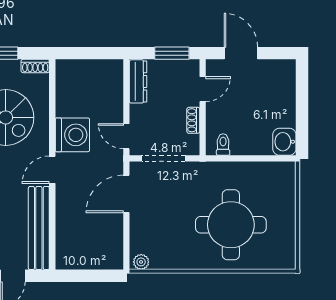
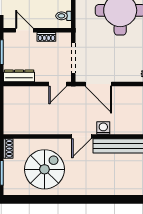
washing machine: (72, 135) -> (103, 128), moved, width x0.53, depth x0.53
door: (52, 170) -> (81, 136), hinge flipped

